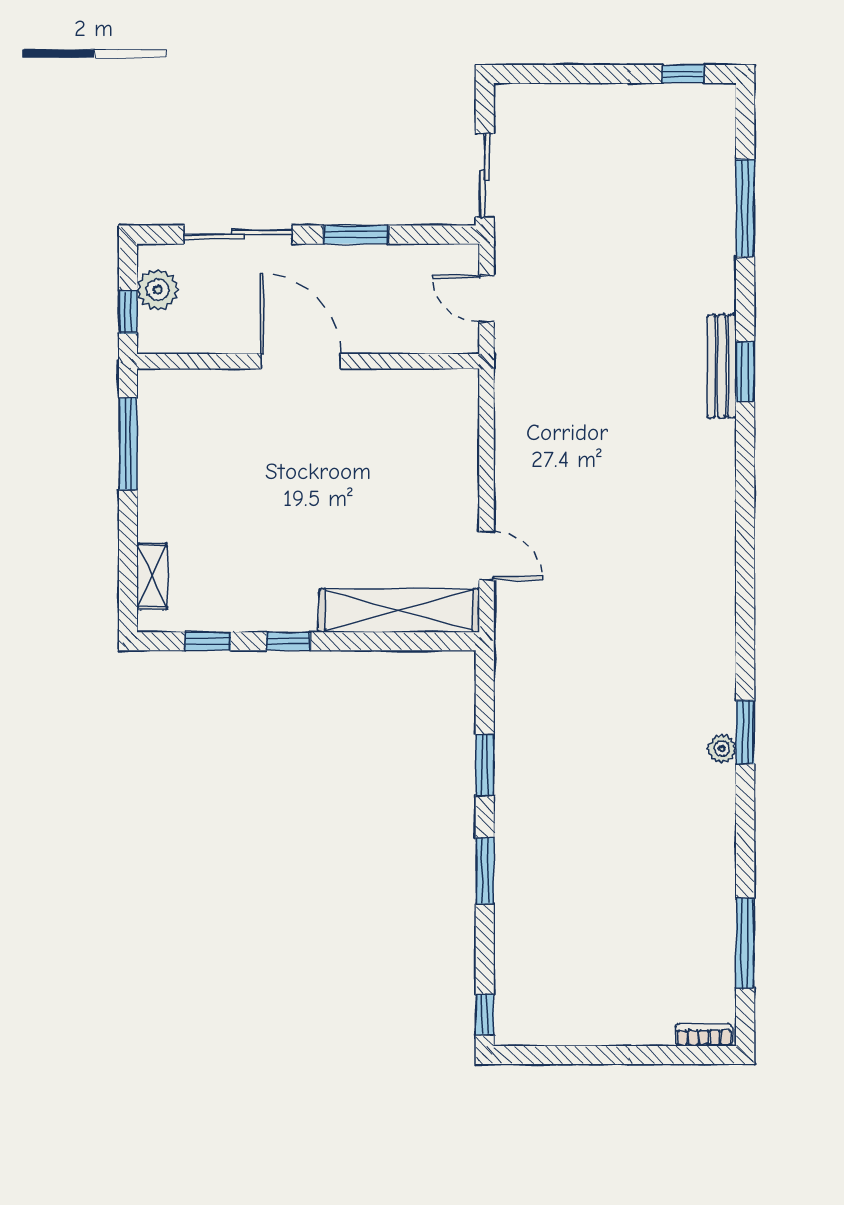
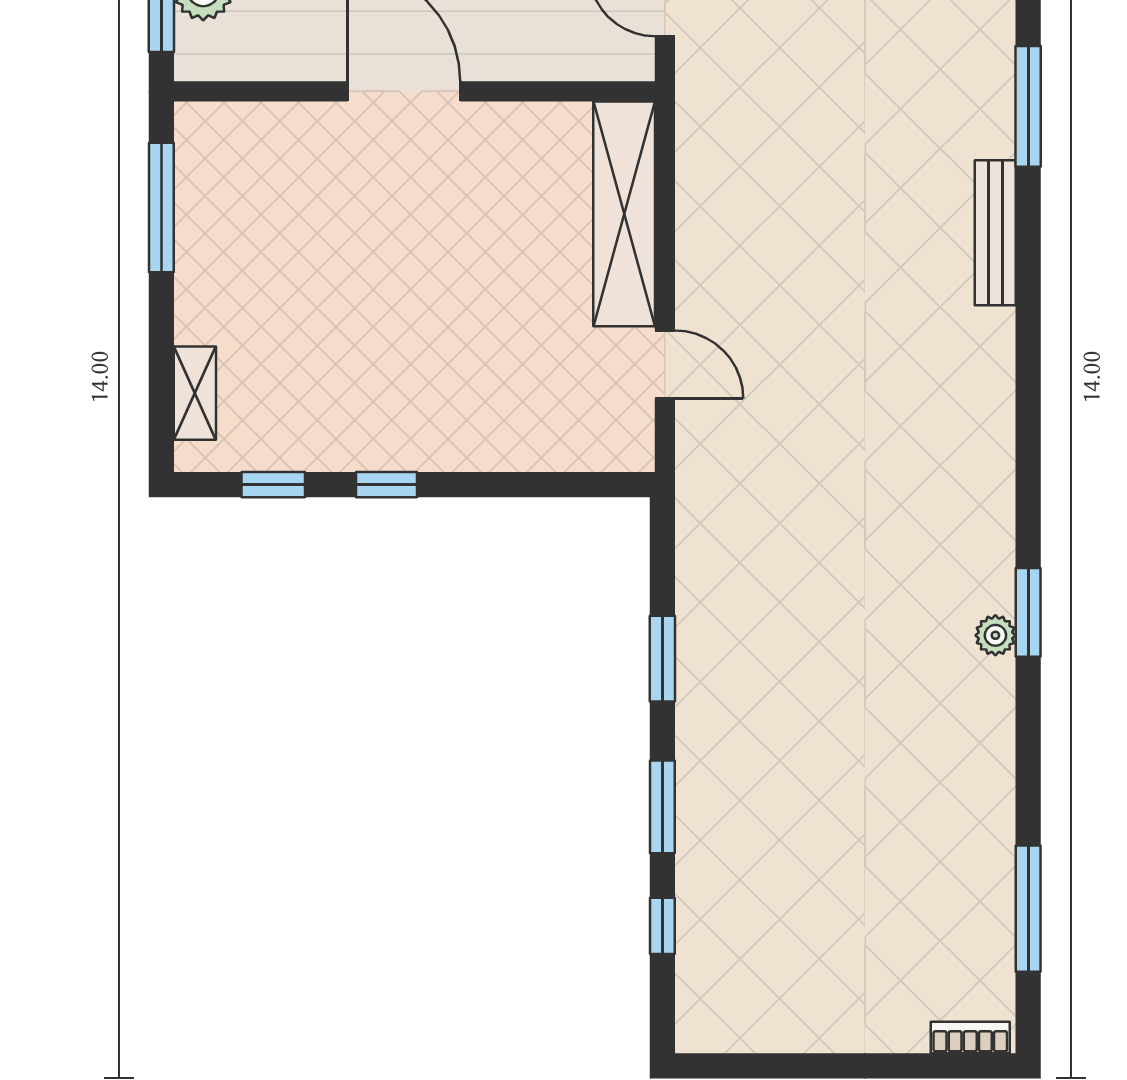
bench: (722, 366) -> (995, 233), moved
window: (745, 372) -> (1028, 106), width x1.44
shelving: (399, 610) -> (624, 214), moved, turned 90
window: (485, 1015) -> (662, 926), moved

